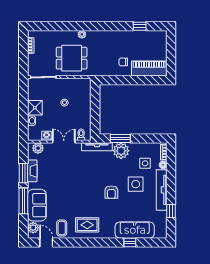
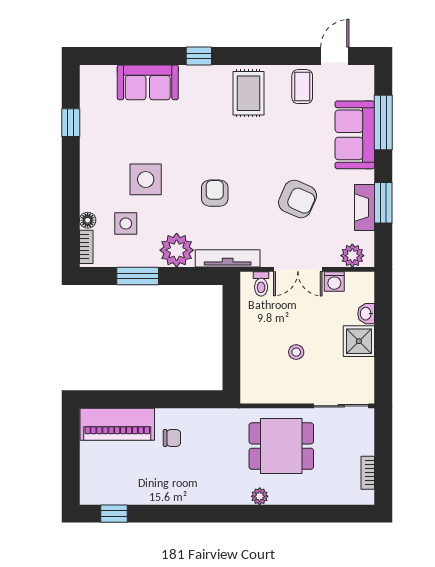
window: (140, 26) -> (114, 514), moved
window: (120, 139) -> (138, 276), moved
armchair: (64, 175) -> (298, 199), added
tv unit: (162, 190) -> (91, 167), removed
armchair: (111, 192) -> (215, 193), moved
window: (23, 201) -> (383, 123), moved
rug: (87, 225) -> (248, 93), turned 90
plant: (33, 228) -> (363, 87), removed
sofa: (135, 230) -> (148, 82), width x0.73
door: (46, 242) -> (335, 56), swing flipped
window: (130, 242) -> (199, 56), moved

